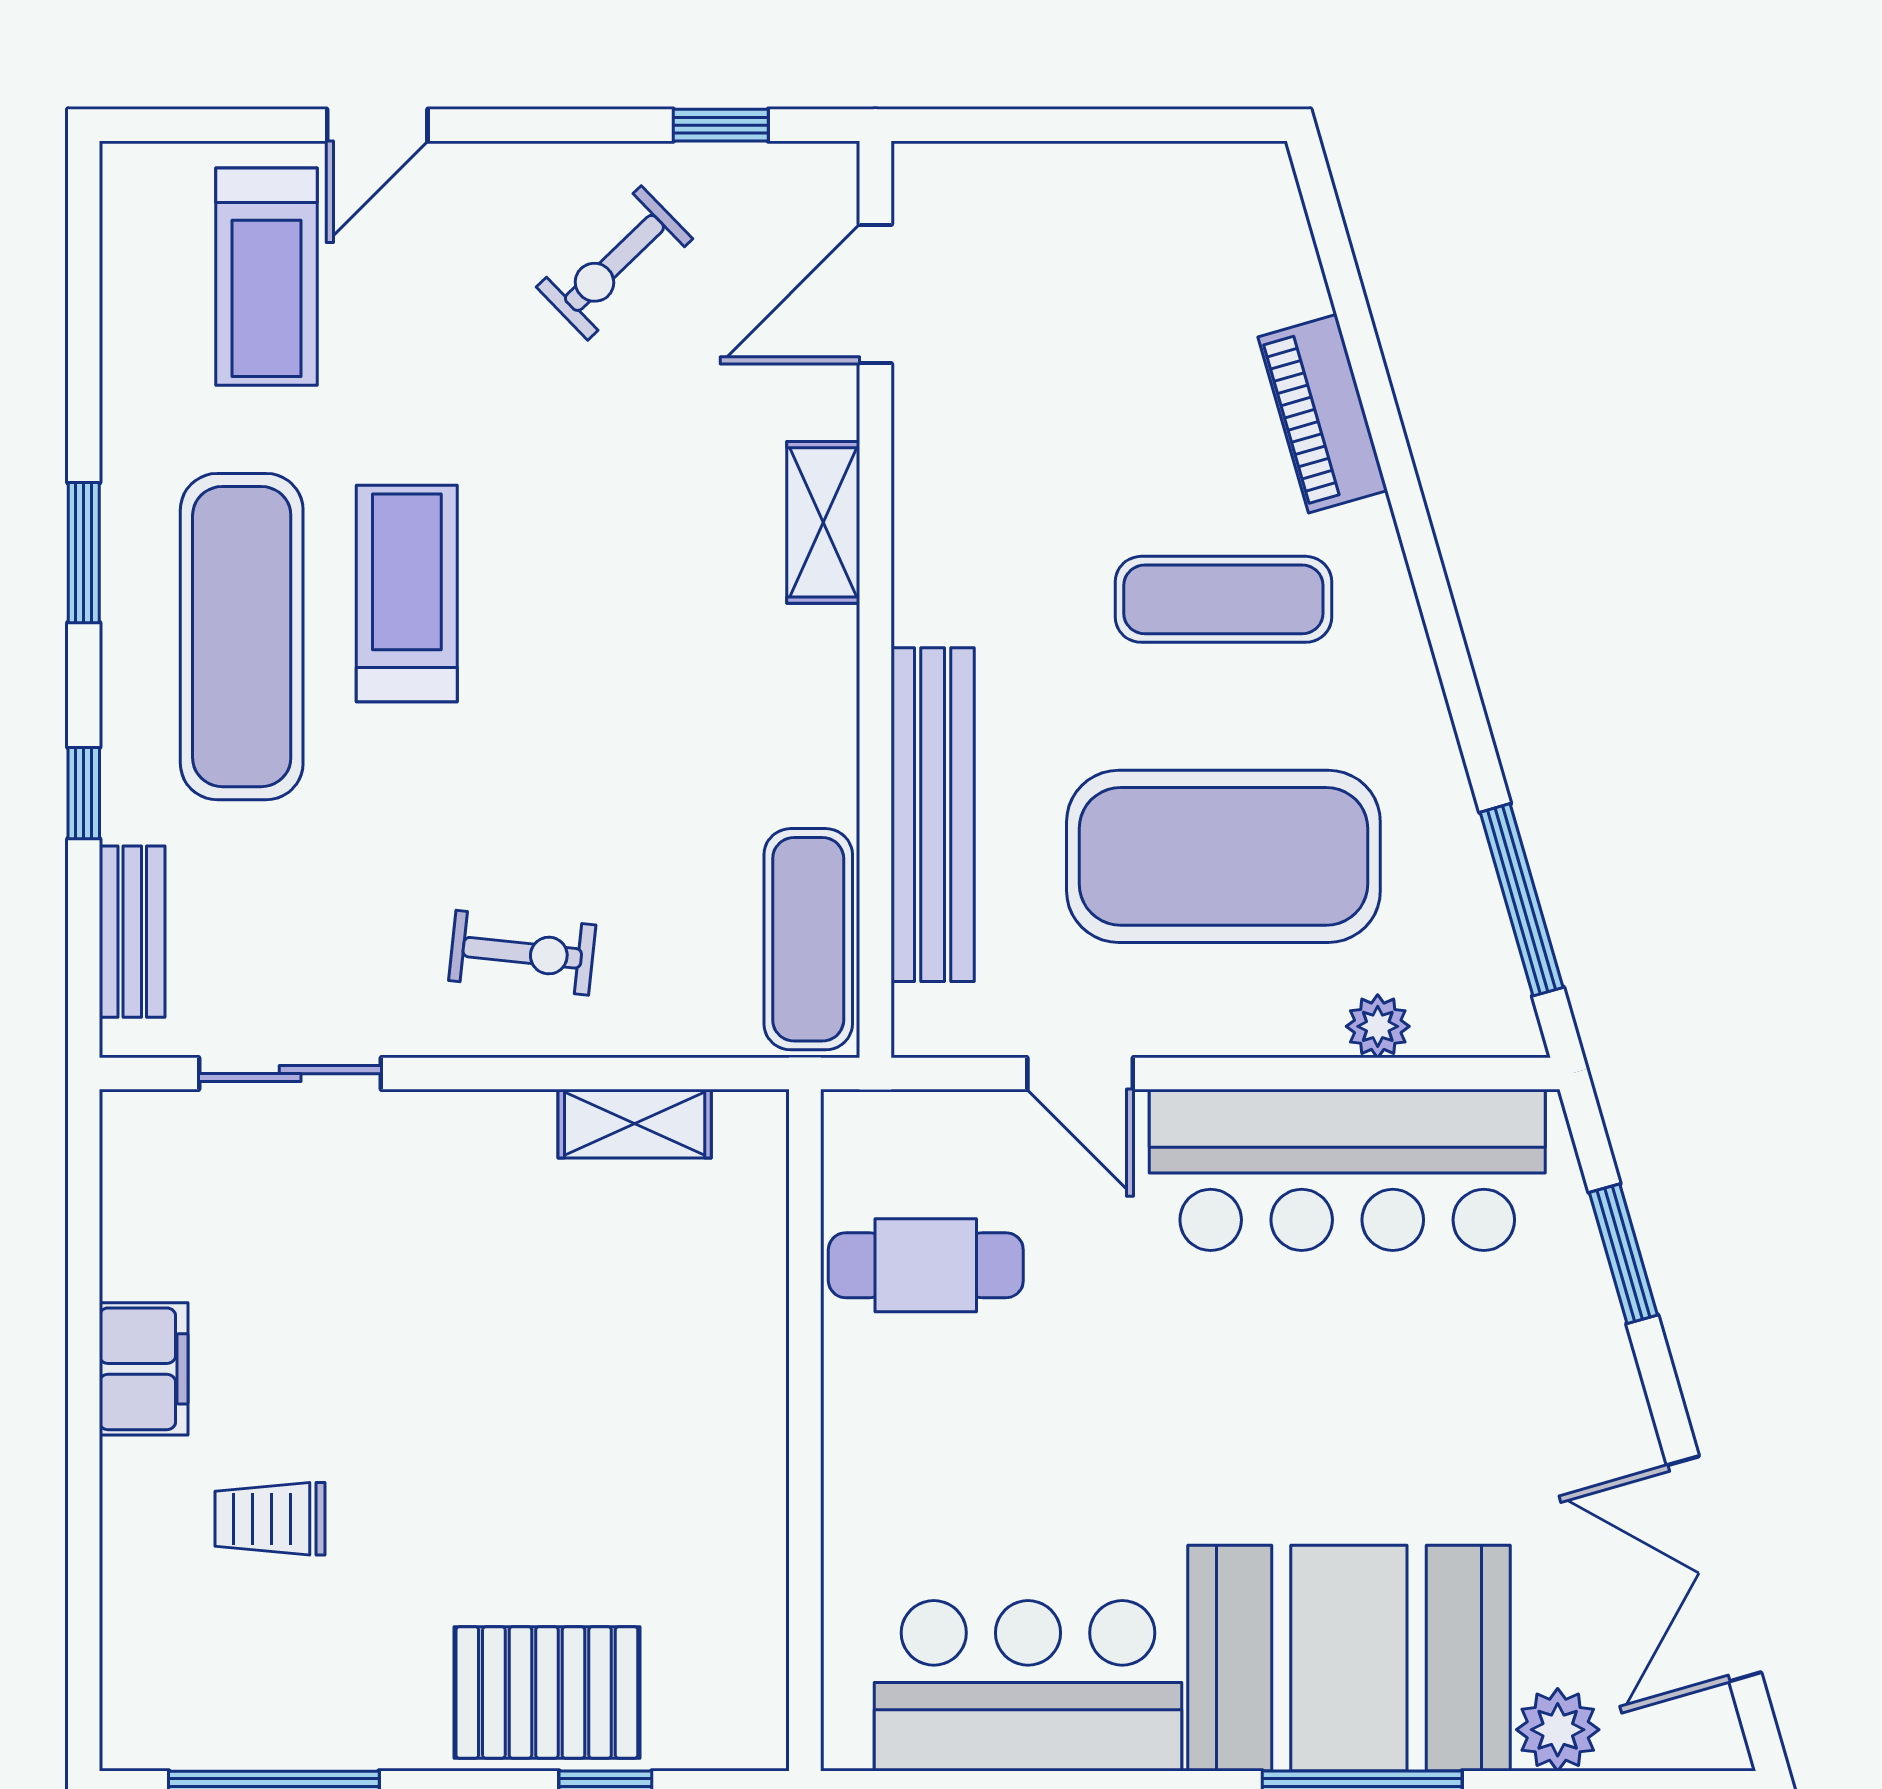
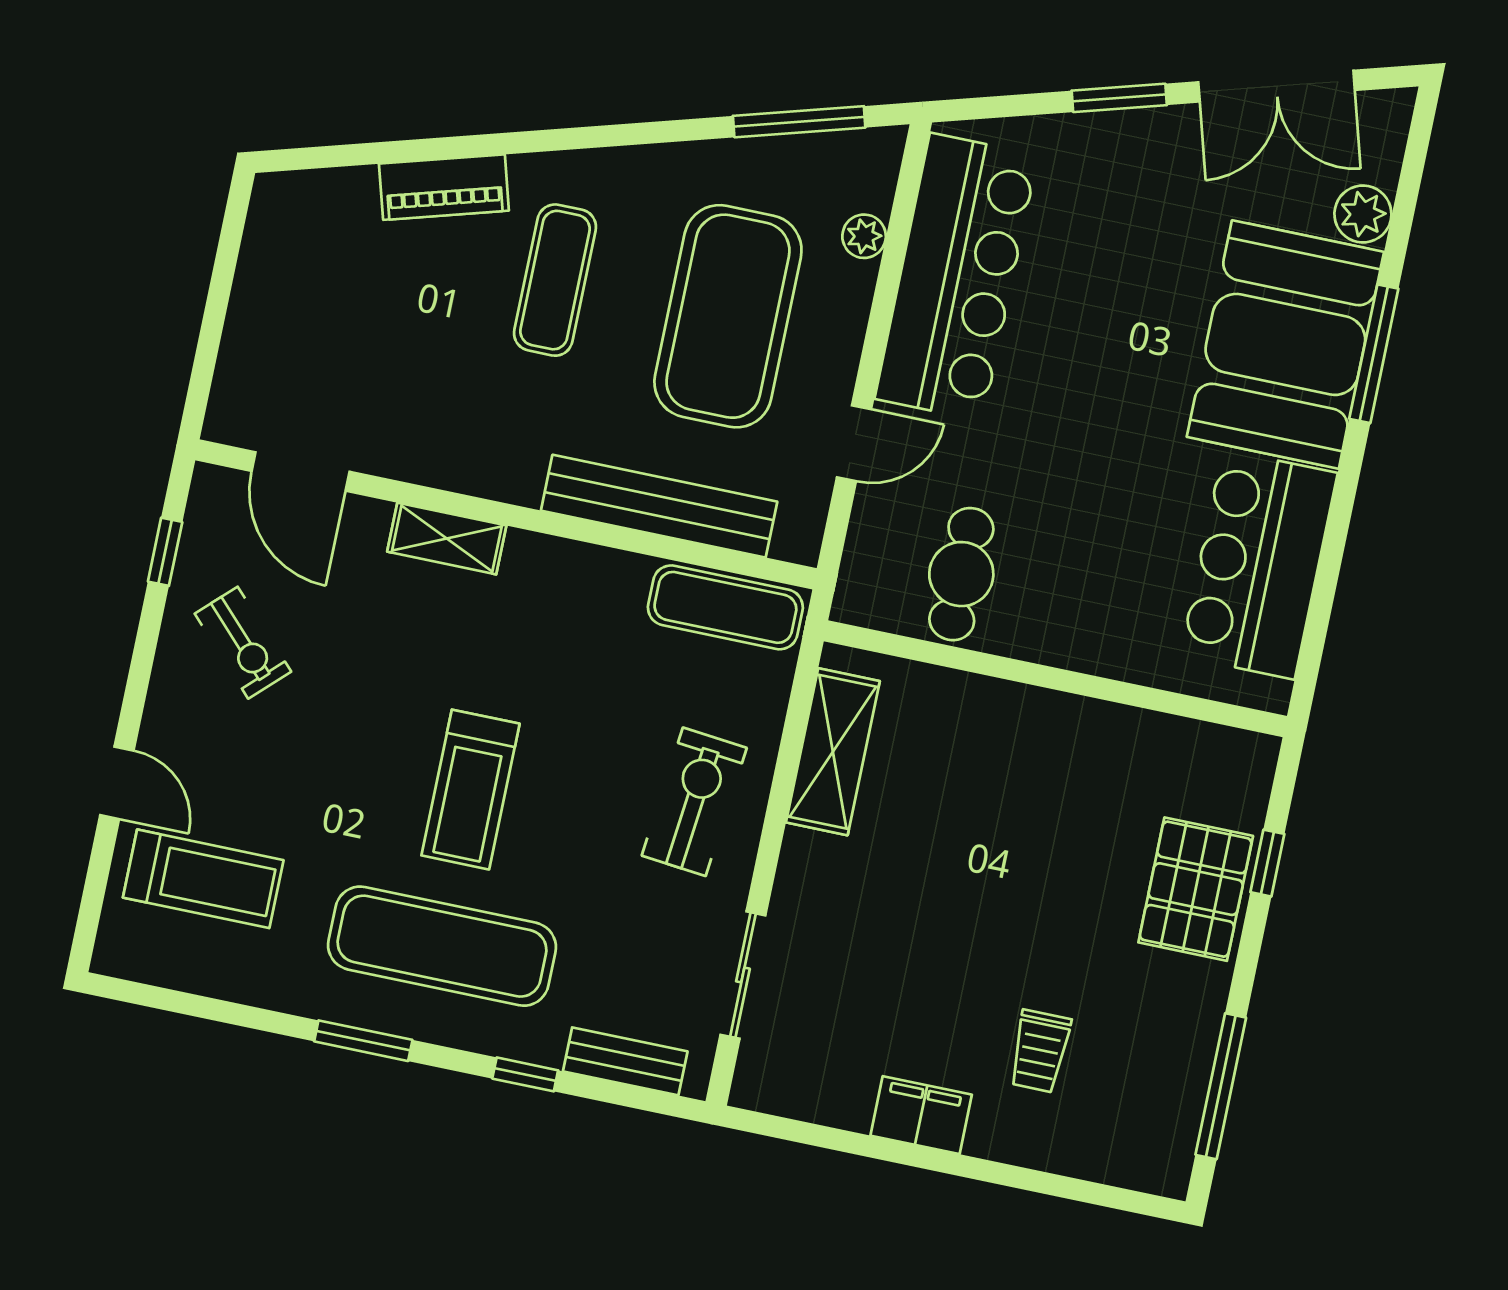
treadmill: (407, 594) -> (470, 790), moved, turned -90
exercise bike: (522, 953) -> (694, 802), width x1.38, depth x1.39
shelving: (635, 1124) -> (833, 752), width x1.50, depth x1.33
window: (1623, 1254) -> (1119, 98), moved

